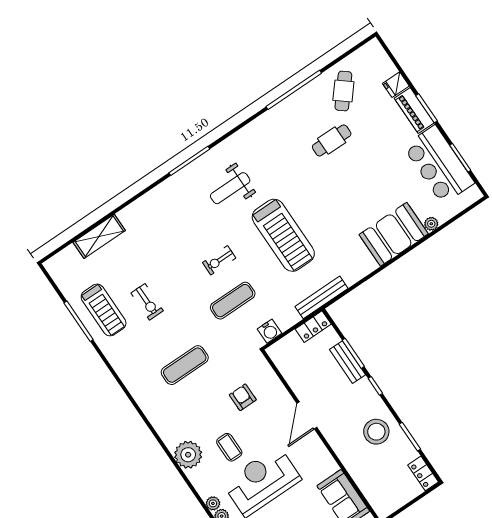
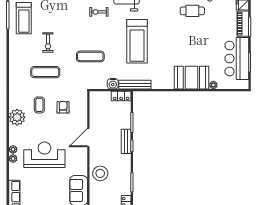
exercise bike: (219, 260) -> (99, 12), moved
exercise bike: (147, 302) -> (48, 43), moved
water cooler: (270, 331) -> (113, 84), moved
bench: (348, 362) -> (126, 141), moved
stool: (376, 432) -> (100, 173), moved
coffee table: (229, 447) -> (39, 105), moved

